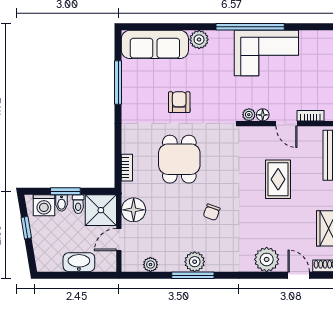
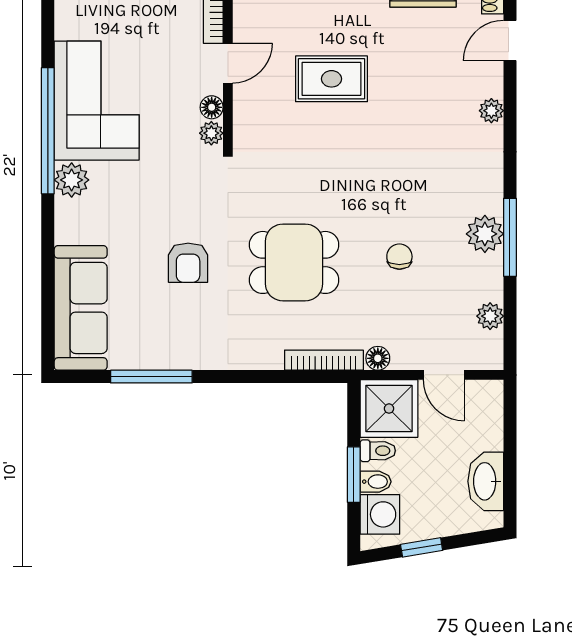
plant: (199, 40) -> (72, 180), moved
armchair: (179, 102) -> (188, 263), turned -90
bookcase: (127, 168) -> (324, 360), width x1.56
floor lamp: (134, 210) -> (378, 358), width x0.53, depth x0.53
chair: (212, 212) -> (399, 257), moved, turned -110
plant: (267, 259) -> (491, 111), width x0.53, depth x0.53
washbasin: (79, 262) -> (486, 481), moved

